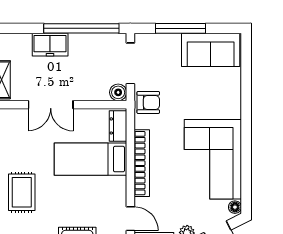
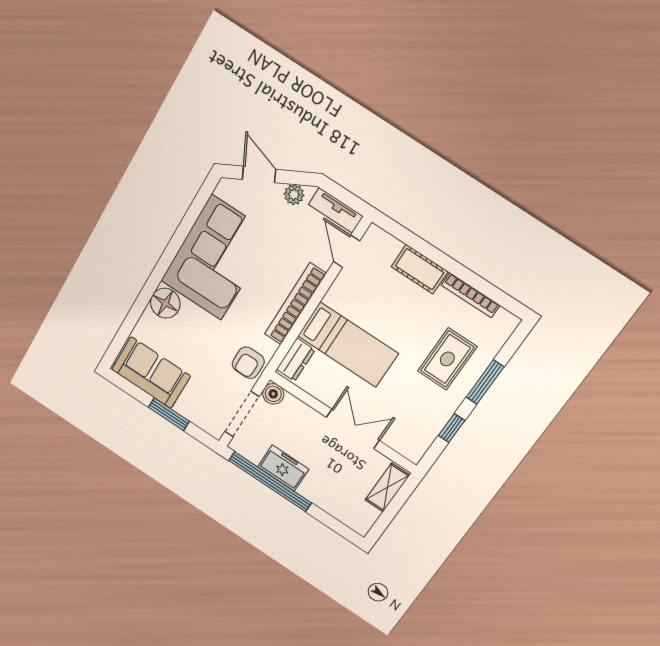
window: (180, 28) -> (169, 414), width x0.69
freezer: (50, 45) -> (283, 468), moved
armchair: (148, 102) -> (248, 363), turned -90
floor lamp: (235, 207) -> (165, 303), moved, width x1.89, depth x1.89

